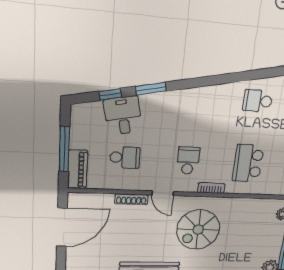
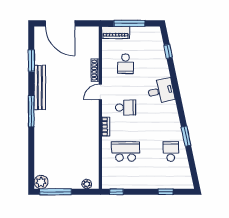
window: (151, 89) -> (186, 136), moved
desk: (123, 116) -> (161, 91), moved
door: (62, 227) -> (60, 23), moved
spiral stairs: (198, 230) -> (73, 121), removed

